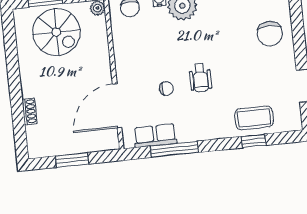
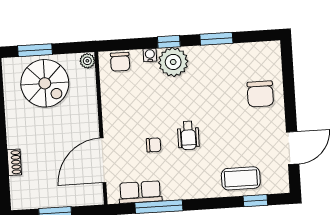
window: (254, 141) -> (255, 201), moved

